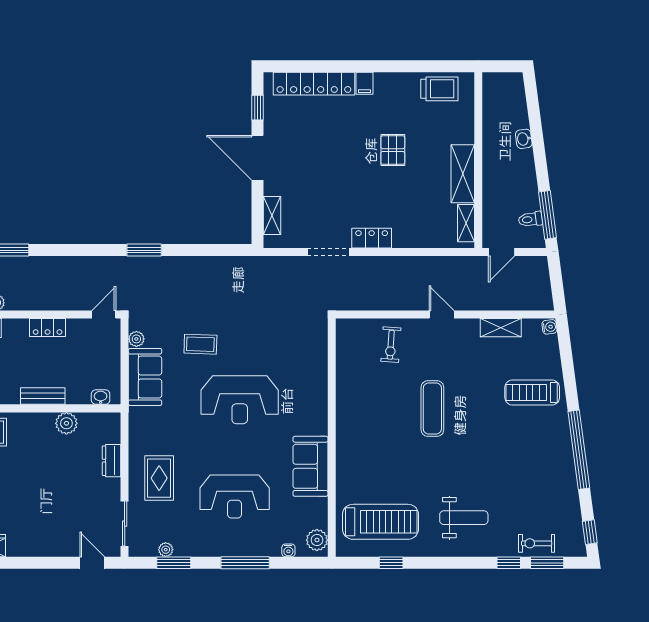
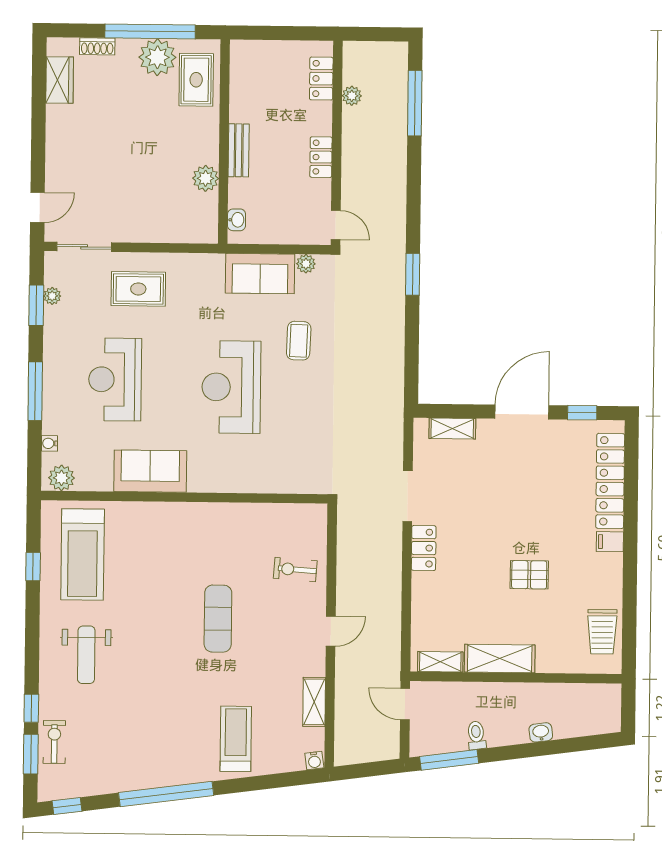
toilet: (530, 219) -> (476, 735), moved
exercise mat: (432, 409) -> (218, 619), turned 90
dresser: (112, 461) -> (160, 232), removed

